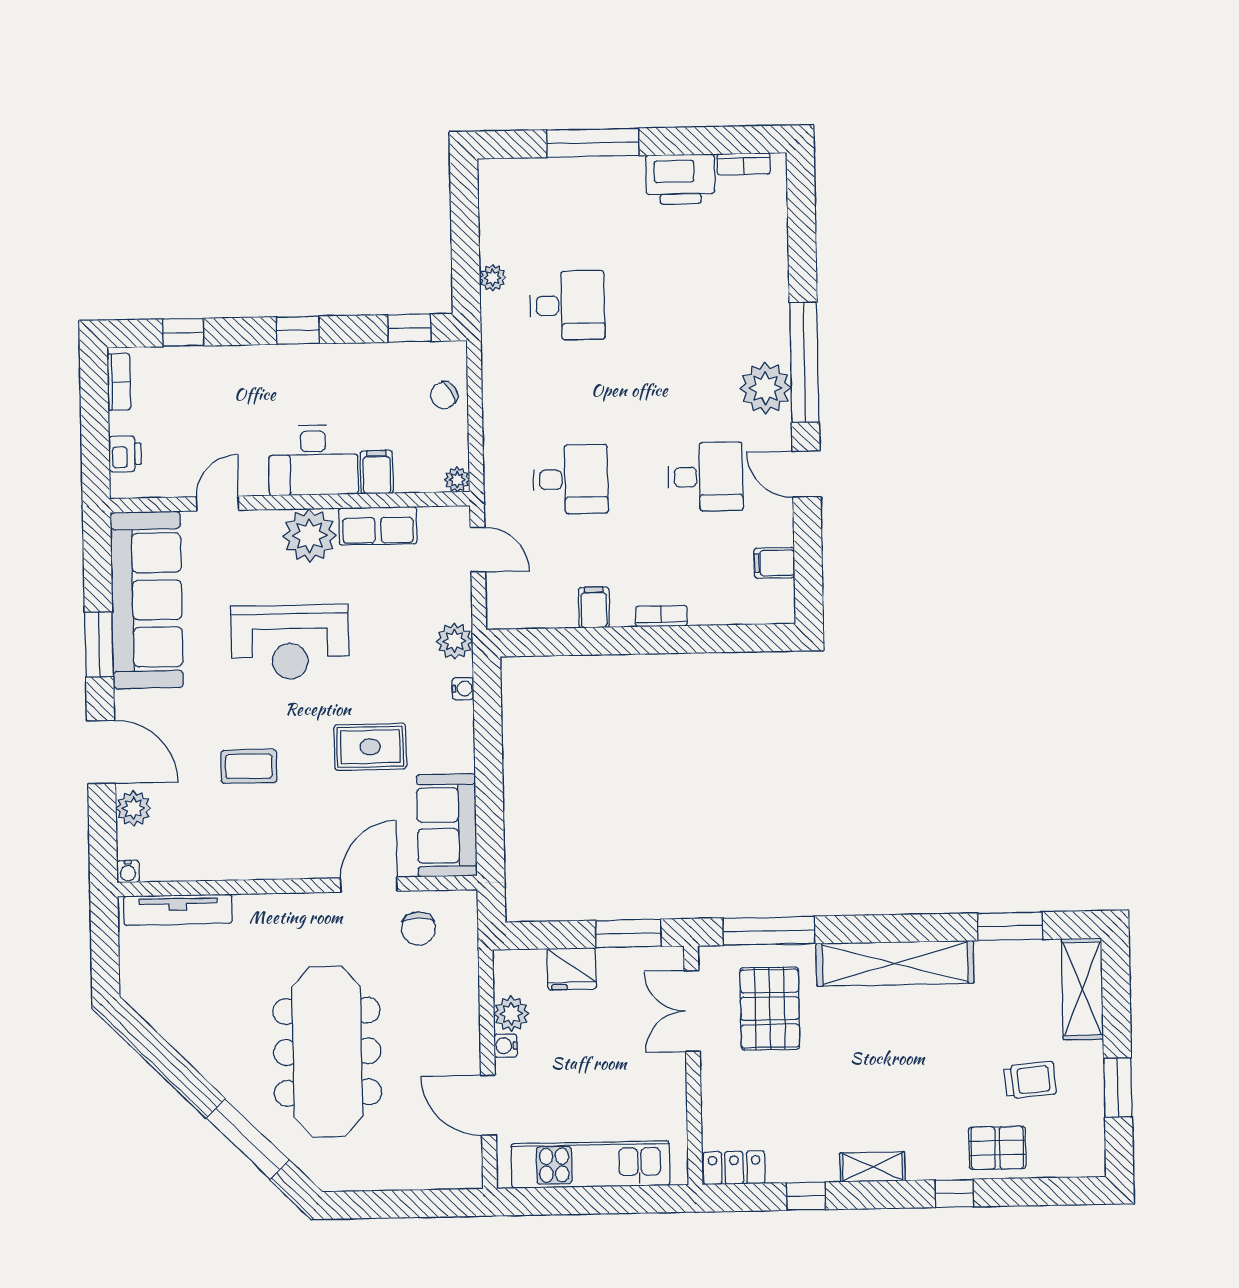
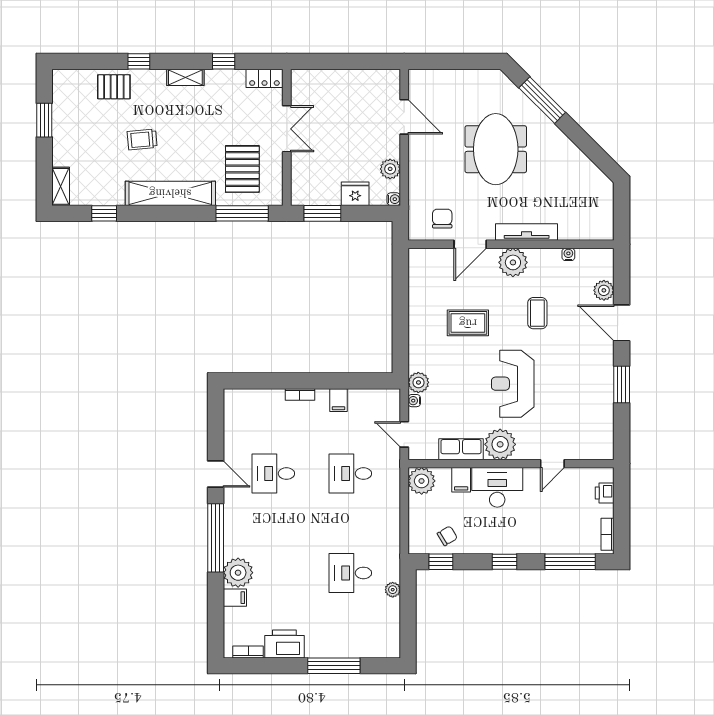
window: (183, 332) -> (570, 562), width x2.17
plant: (765, 388) -> (238, 573), moved
chair: (444, 395) -> (447, 536), moved
plant: (457, 480) -> (422, 481), width x1.88, depth x1.88
filing cabinet: (774, 563) -> (235, 598), moved
sofa: (147, 600) -> (594, 409), removed
reception desk: (290, 642) -> (513, 384), turned -90
water cooler: (463, 689) -> (414, 401), moved
coffee table: (249, 766) -> (537, 313), turned 90
sofa: (447, 825) -> (425, 277), removed
plant: (293, 854) -> (513, 262), added
water cooler: (128, 871) -> (568, 254), moved
tv unit: (178, 910) -> (527, 232), moved
window: (1010, 926) -> (104, 213), width x0.67
shelving: (1082, 989) -> (61, 186), width x0.67, depth x0.75
double door: (692, 1011) -> (287, 129), moved
water cooler: (506, 1046) -> (394, 199), moved
meeting table: (327, 1052) -> (496, 149), width x0.73
trolley: (1030, 1080) -> (142, 139), moved
kitchen unit: (591, 1165) -> (347, 82), removed

